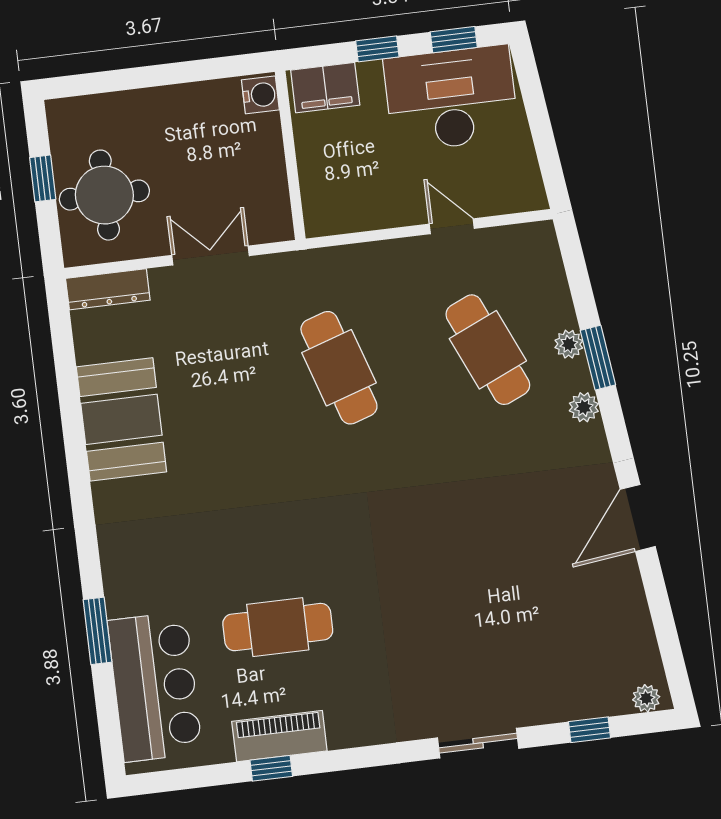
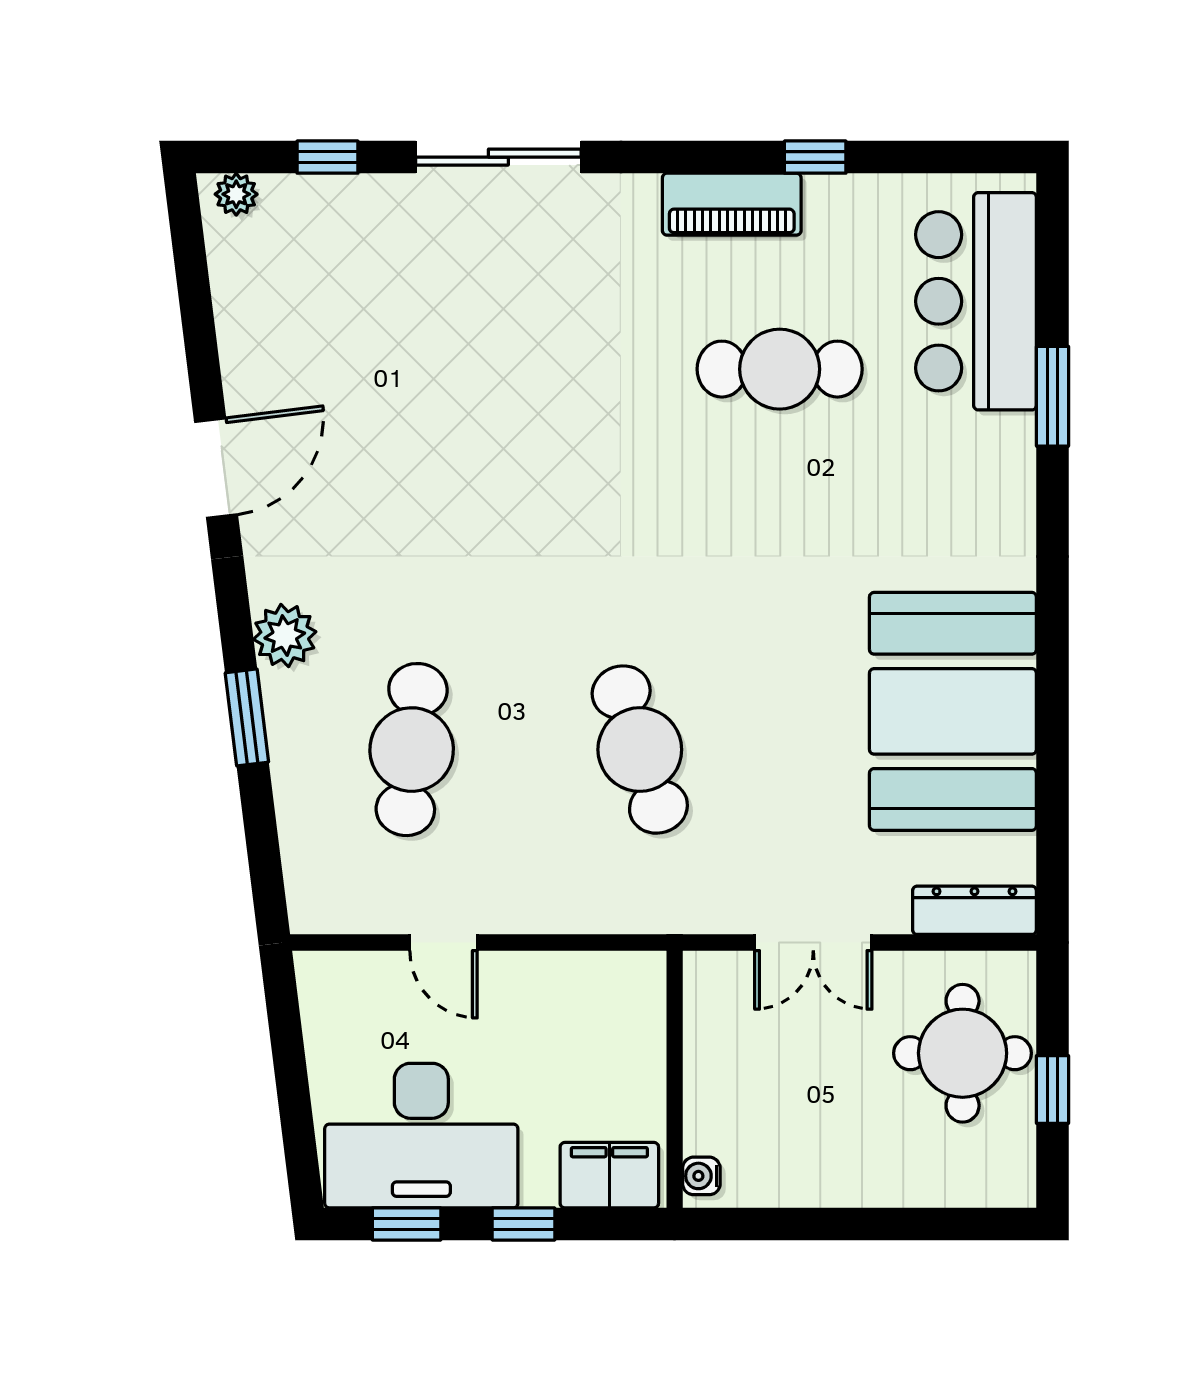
water cooler: (260, 95) -> (701, 1176), width x0.72, depth x0.72
plant: (569, 344) -> (288, 743), removed
cafe table: (488, 350) -> (412, 750), turned 30
plant: (584, 407) -> (285, 636), width x1.38, depth x1.38
booth: (121, 419) -> (953, 711), width x1.36, depth x1.42
piano: (279, 736) -> (732, 204), moved
sliding door: (478, 743) -> (498, 157), width x1.37

